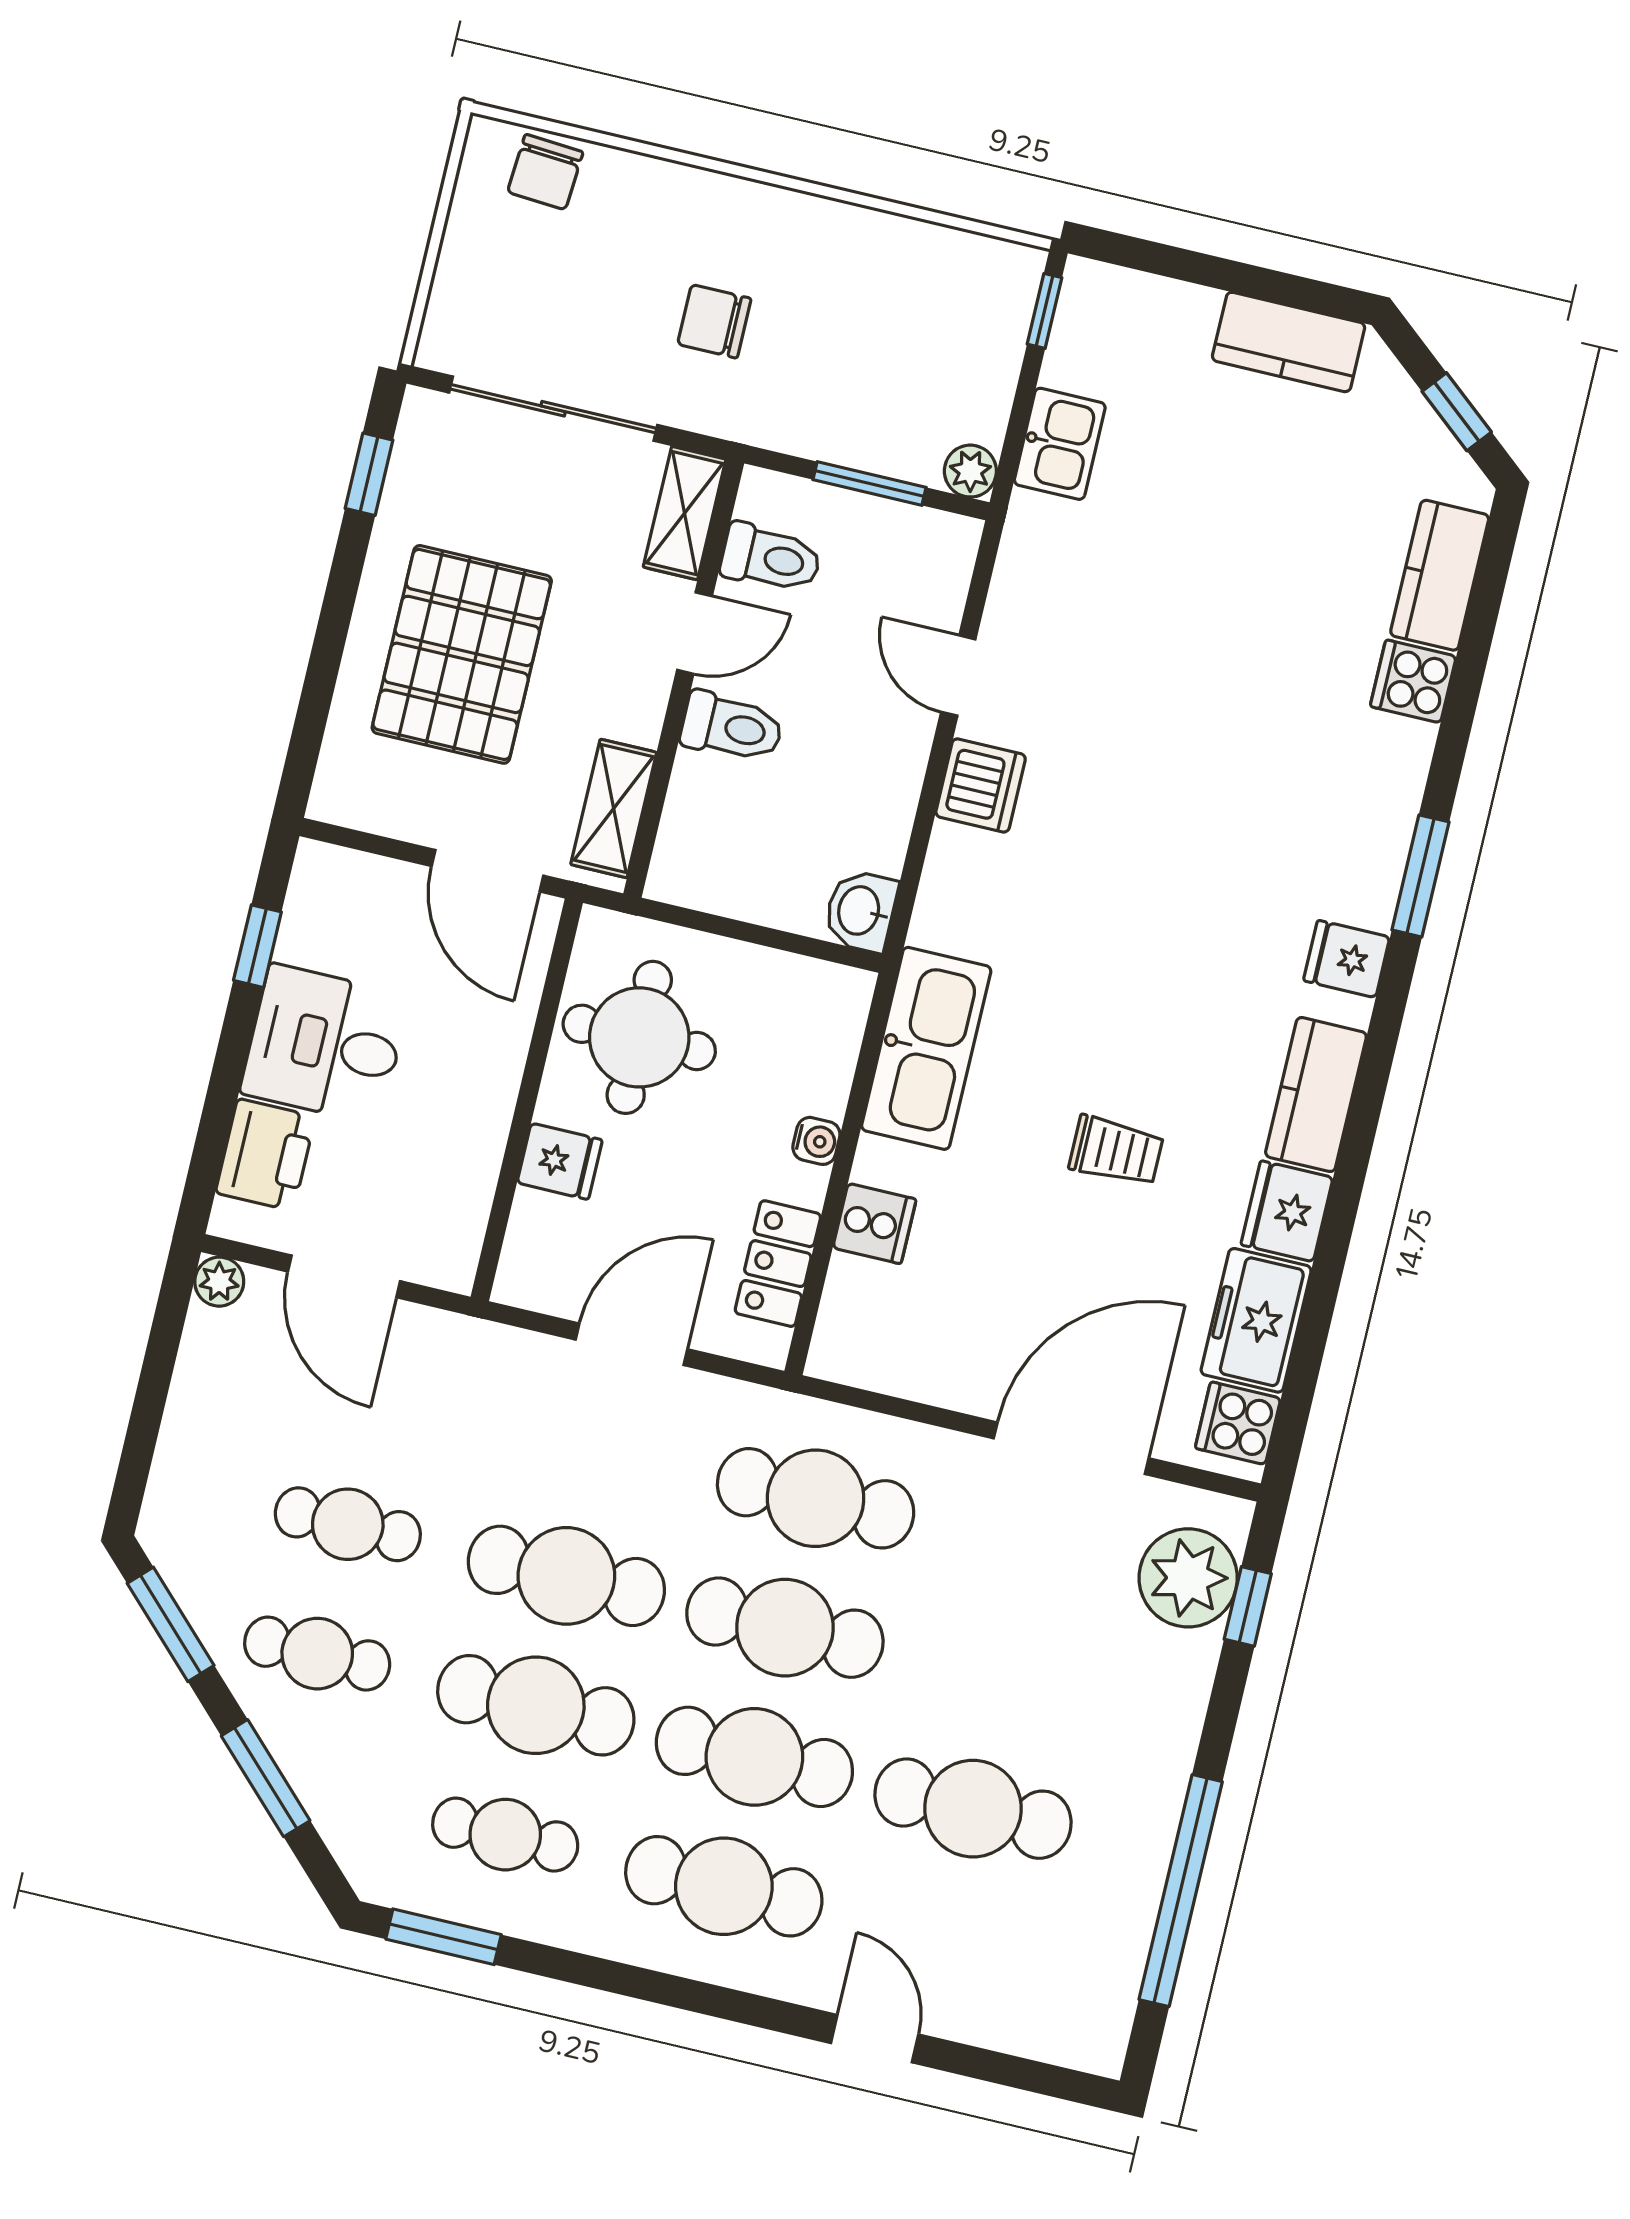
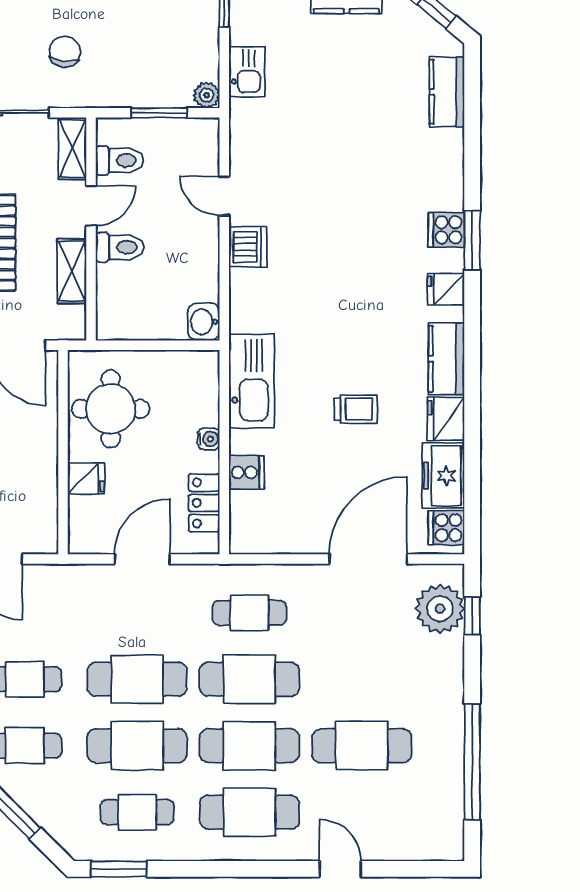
chair: (714, 321) -> (65, 52), turned 97
cooker: (1413, 681) -> (446, 230), moved
shelving: (614, 808) -> (72, 271), moved
cafe table: (816, 1498) -> (249, 613), width x0.73, depth x0.74

